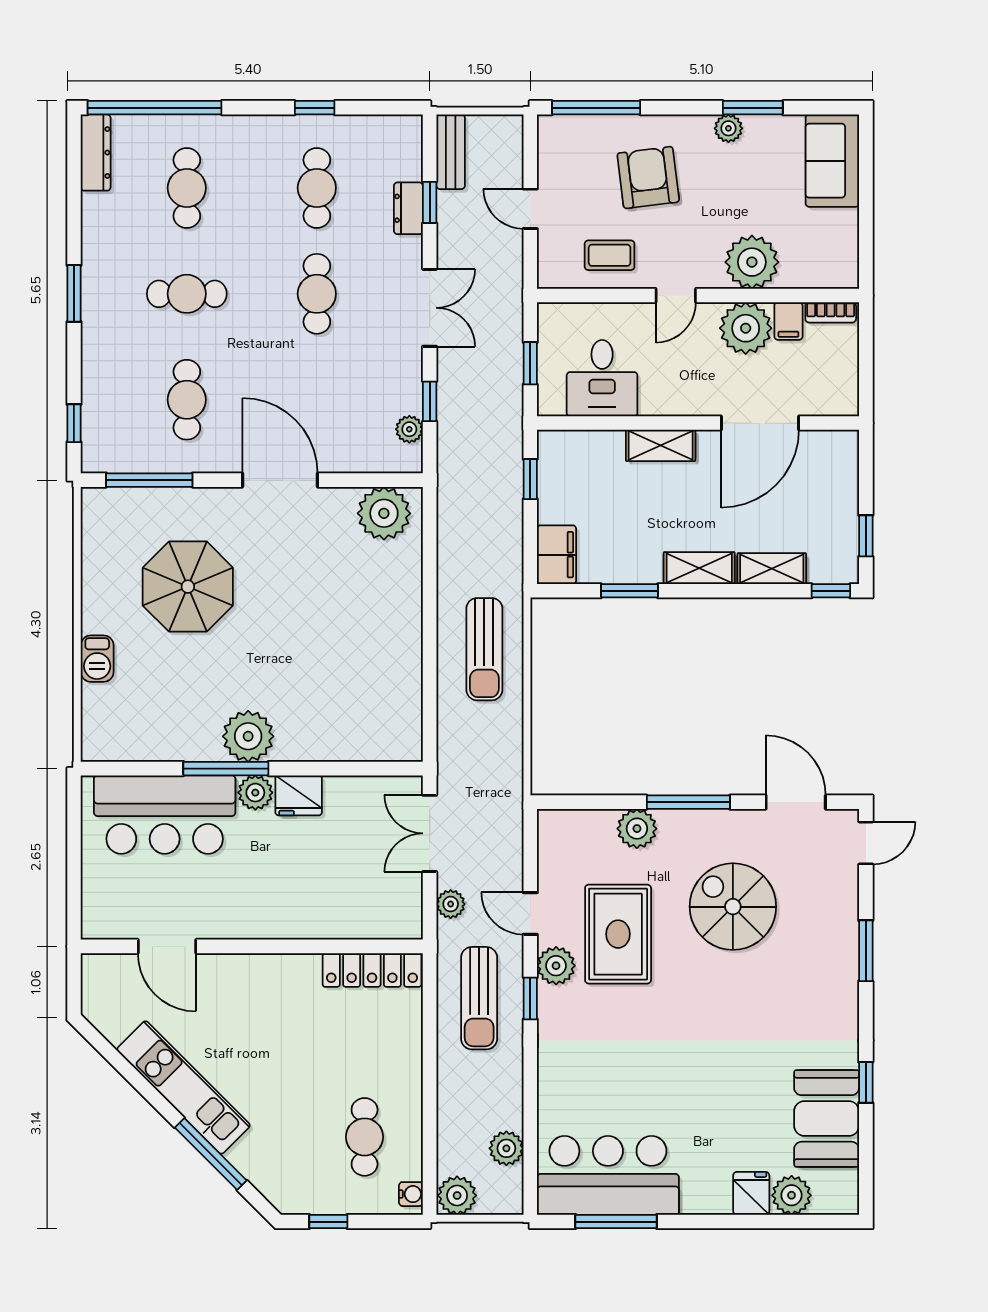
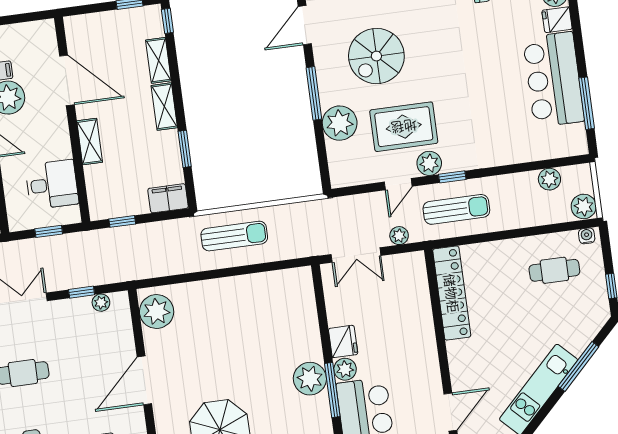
plant: (637, 829) -> (340, 123), width x1.36, depth x1.36
locker: (372, 970) -> (452, 293), width x1.41, depth x1.21
bar counter: (608, 1175) -> (553, 80), moved

